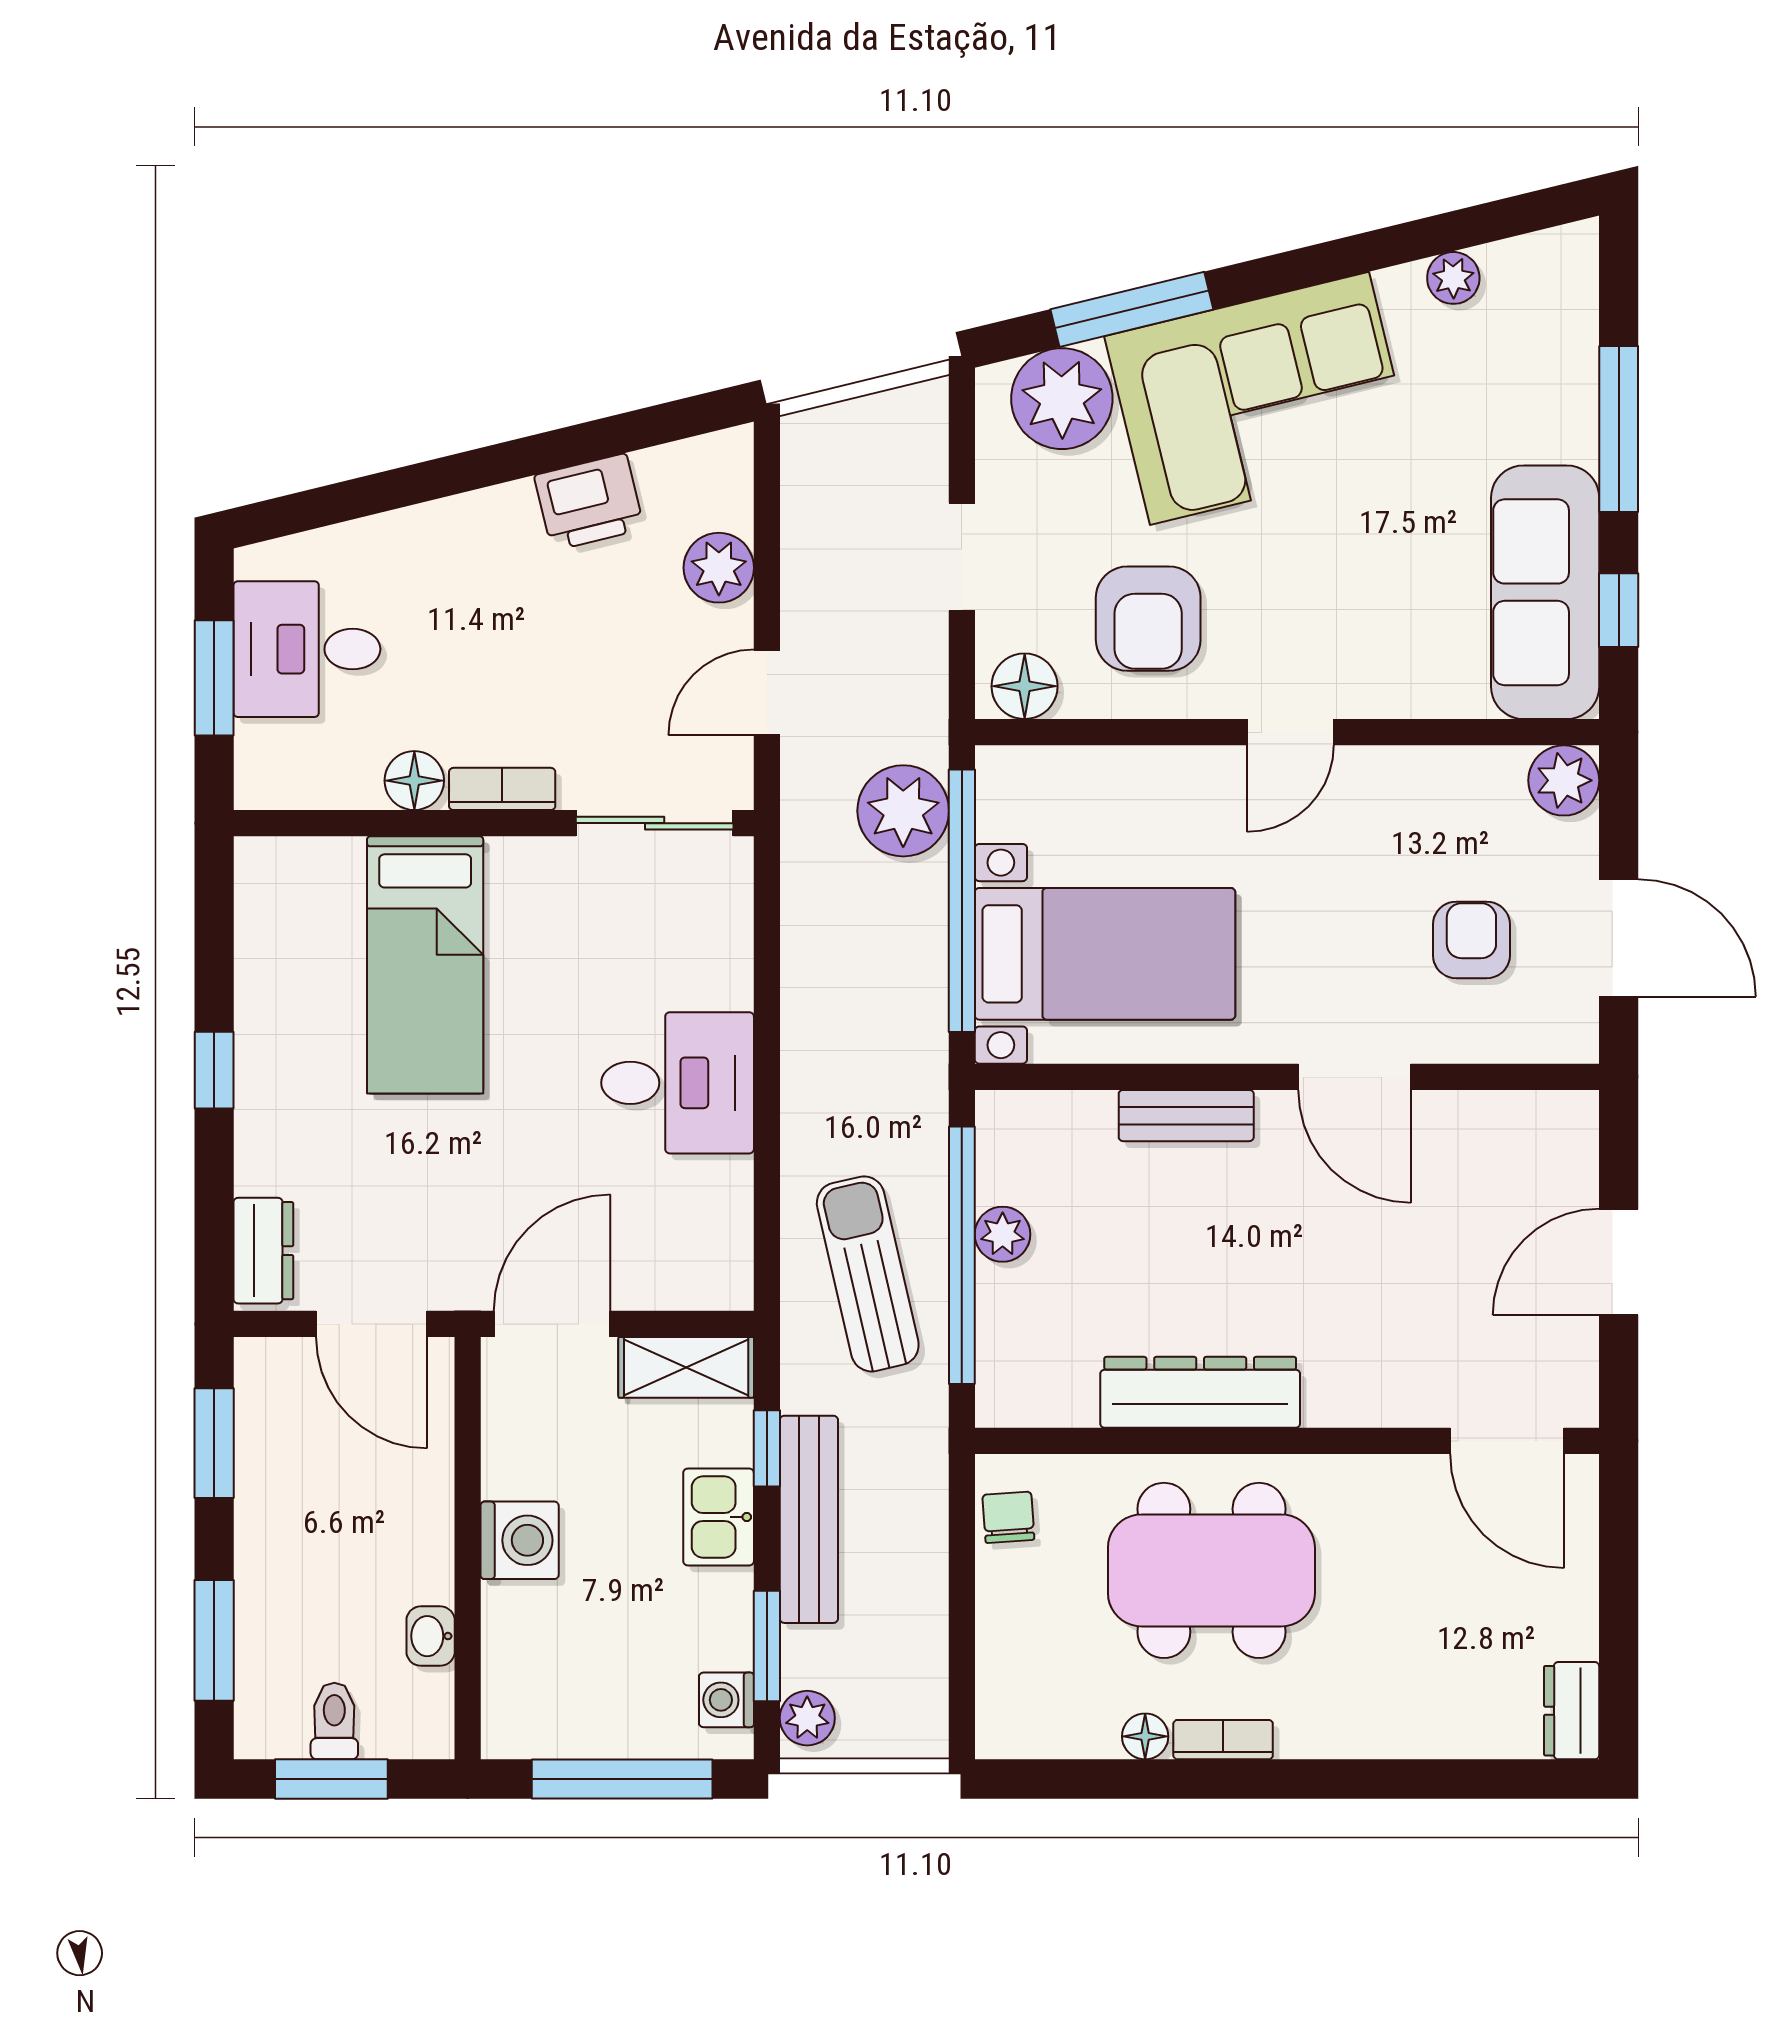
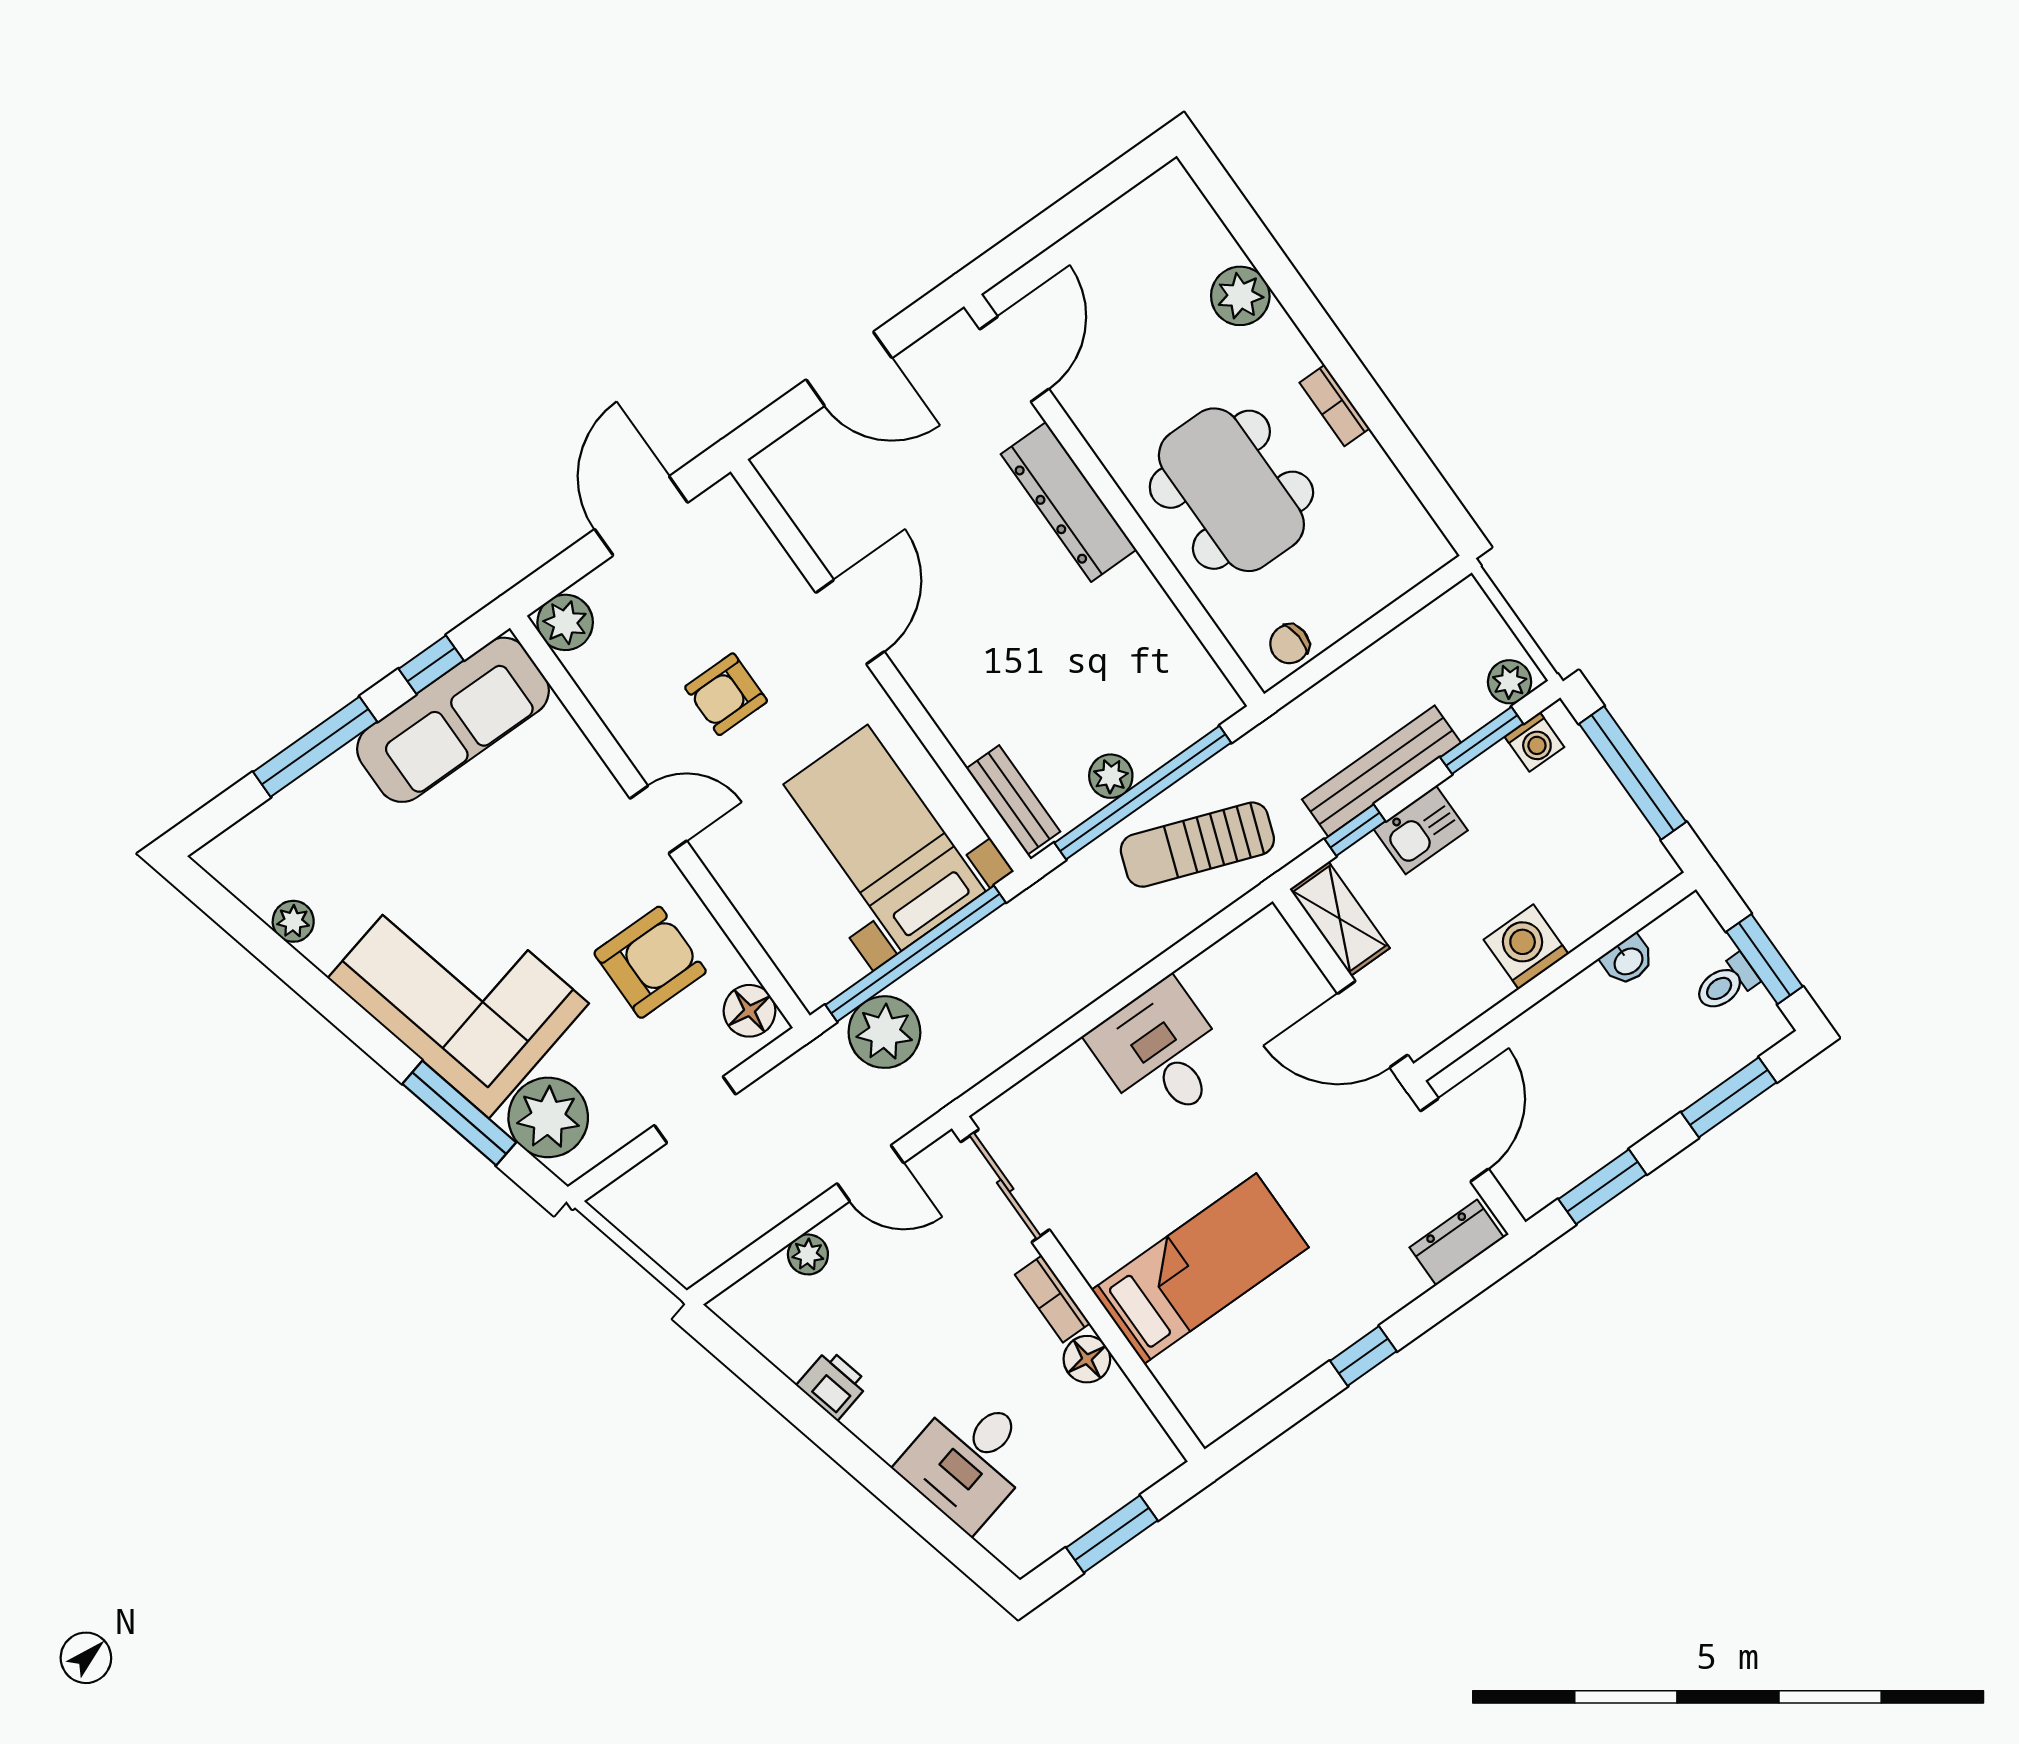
printer: (589, 502) -> (833, 1384), width x0.73, depth x0.81
plant: (719, 568) -> (808, 1254), width x0.73, depth x0.73
desk: (307, 649) -> (969, 1460), moved, turned 76
armchair: (1471, 940) -> (726, 694), moved
bench: (1186, 1116) -> (1013, 800), moved
sun lounger: (868, 1274) -> (1197, 845), turned 33
dresser: (1200, 1392) -> (1069, 502), moved
dresser: (1572, 1711) -> (1158, 195), removed
plant: (1406, 1722) -> (1240, 296), added
floor lamp: (1145, 1736) -> (1368, 457), removed

